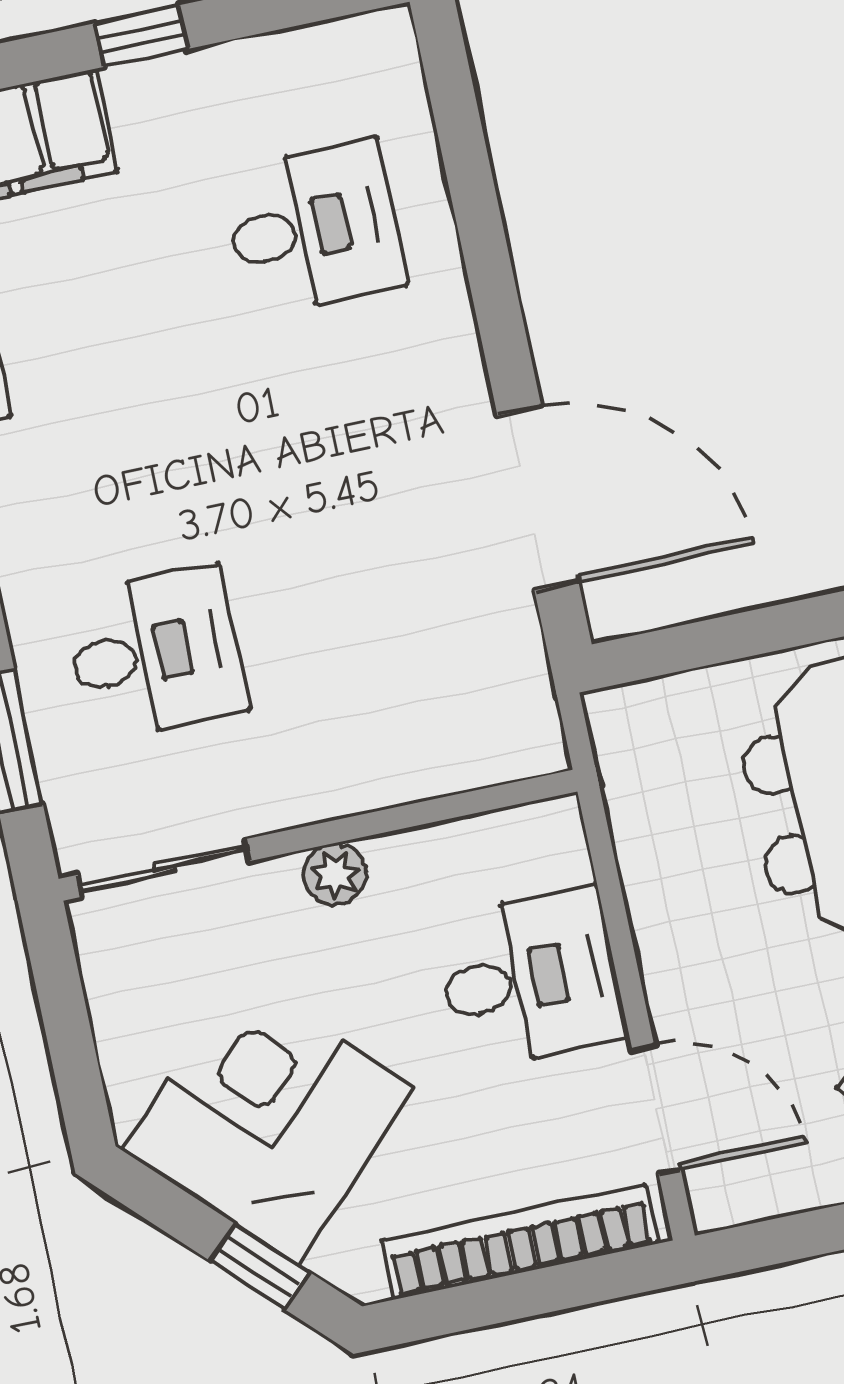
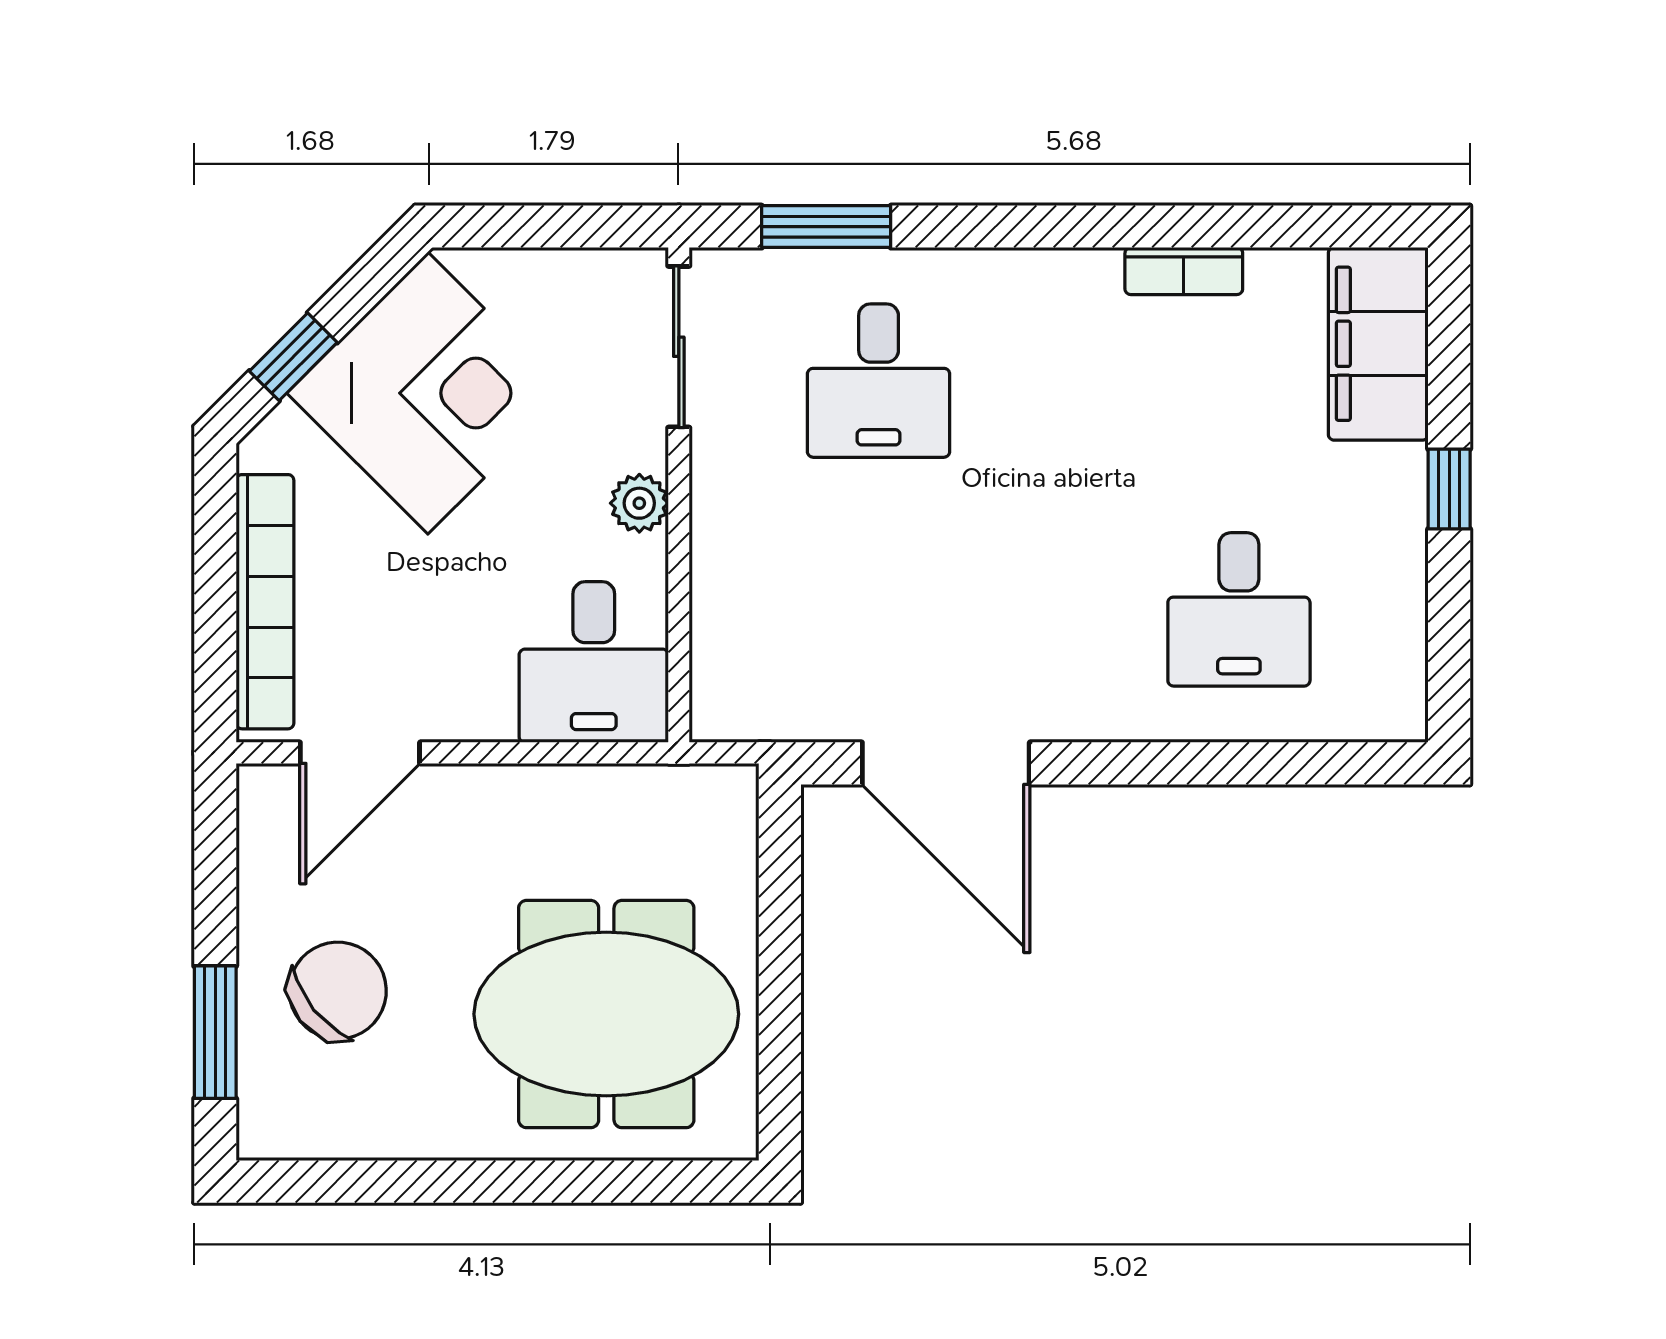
door: (538, 498) -> (946, 763), hinge flipped
desk: (530, 979) -> (594, 662), moved

